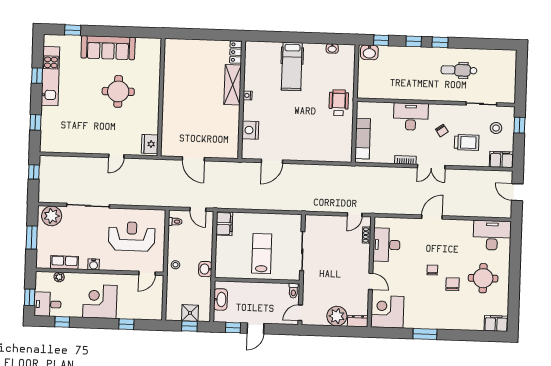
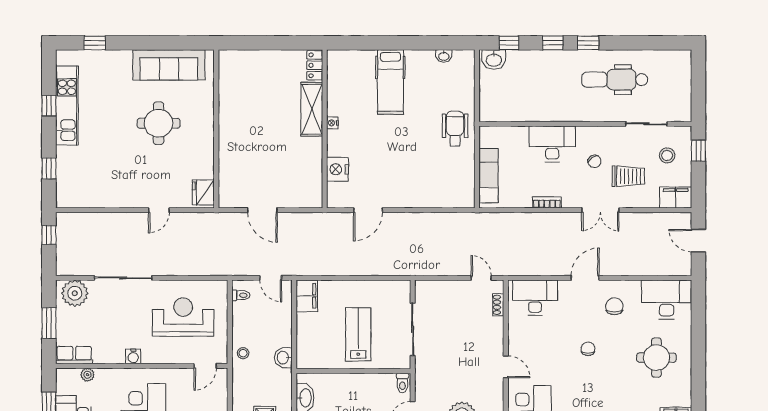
sofa: (108, 48) -> (169, 65), moved
dental chair: (459, 70) -> (615, 80), width x1.36, depth x1.38
double door: (431, 167) -> (600, 210), moved
door: (355, 215) -> (481, 278), swing flipped
desk: (387, 245) -> (535, 298), moved, turned 90
row of seats: (64, 262) -> (74, 355), moved
chair: (452, 284) -> (614, 306), moved

